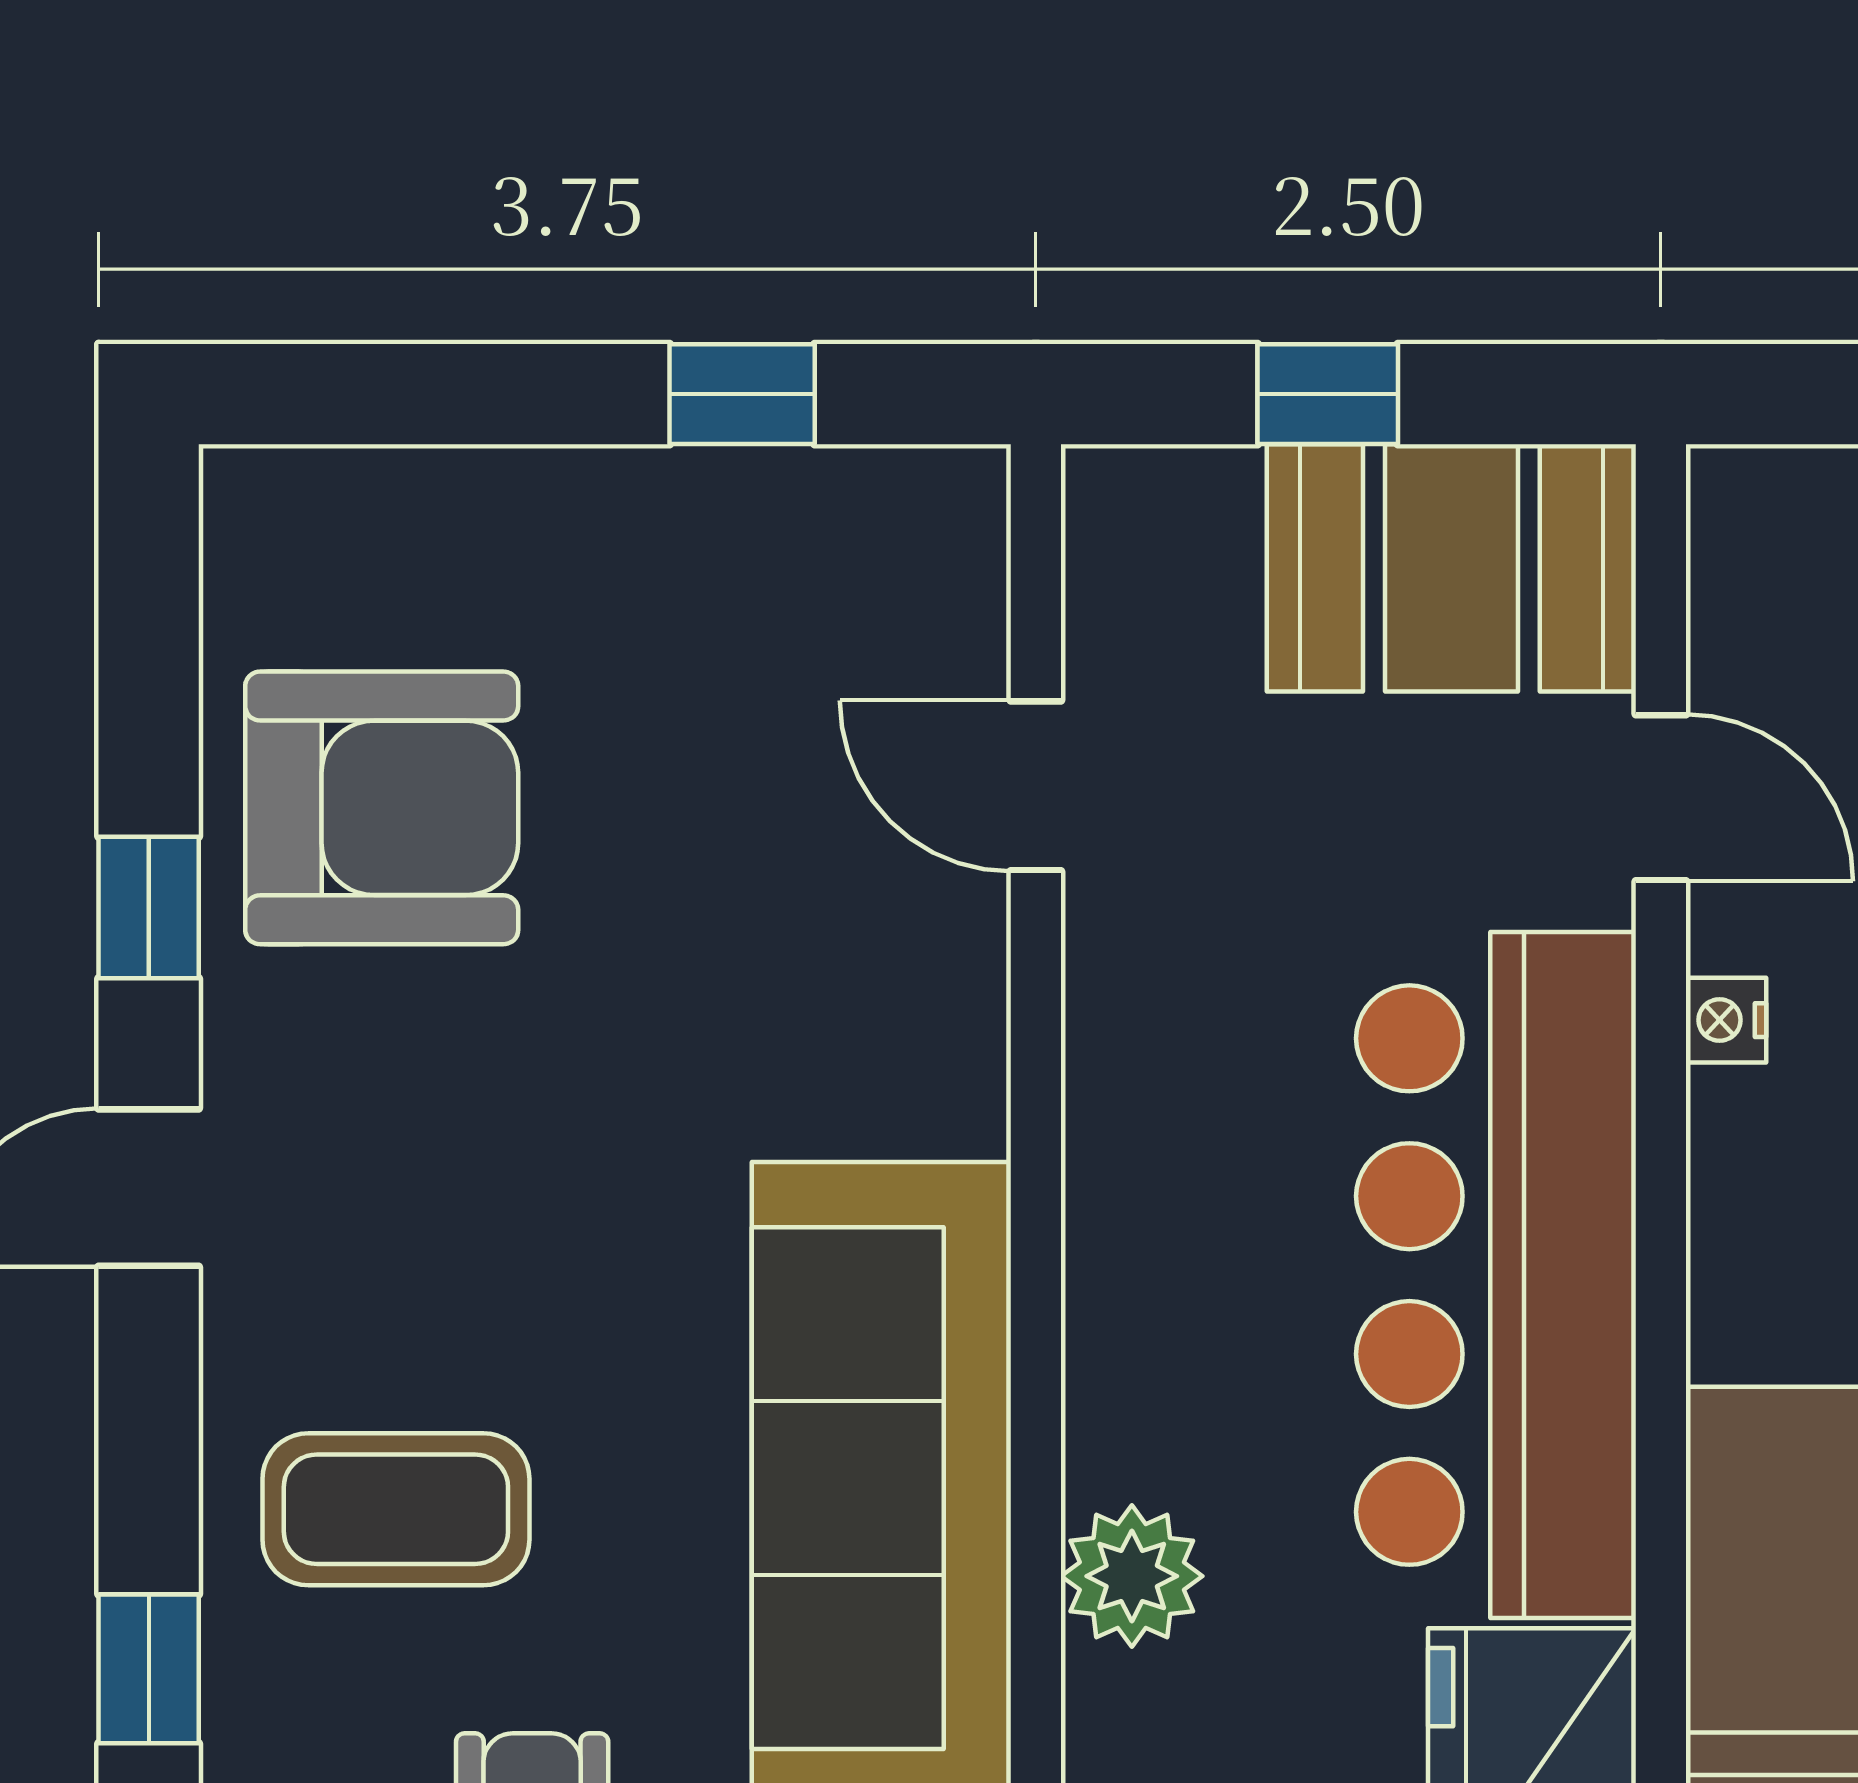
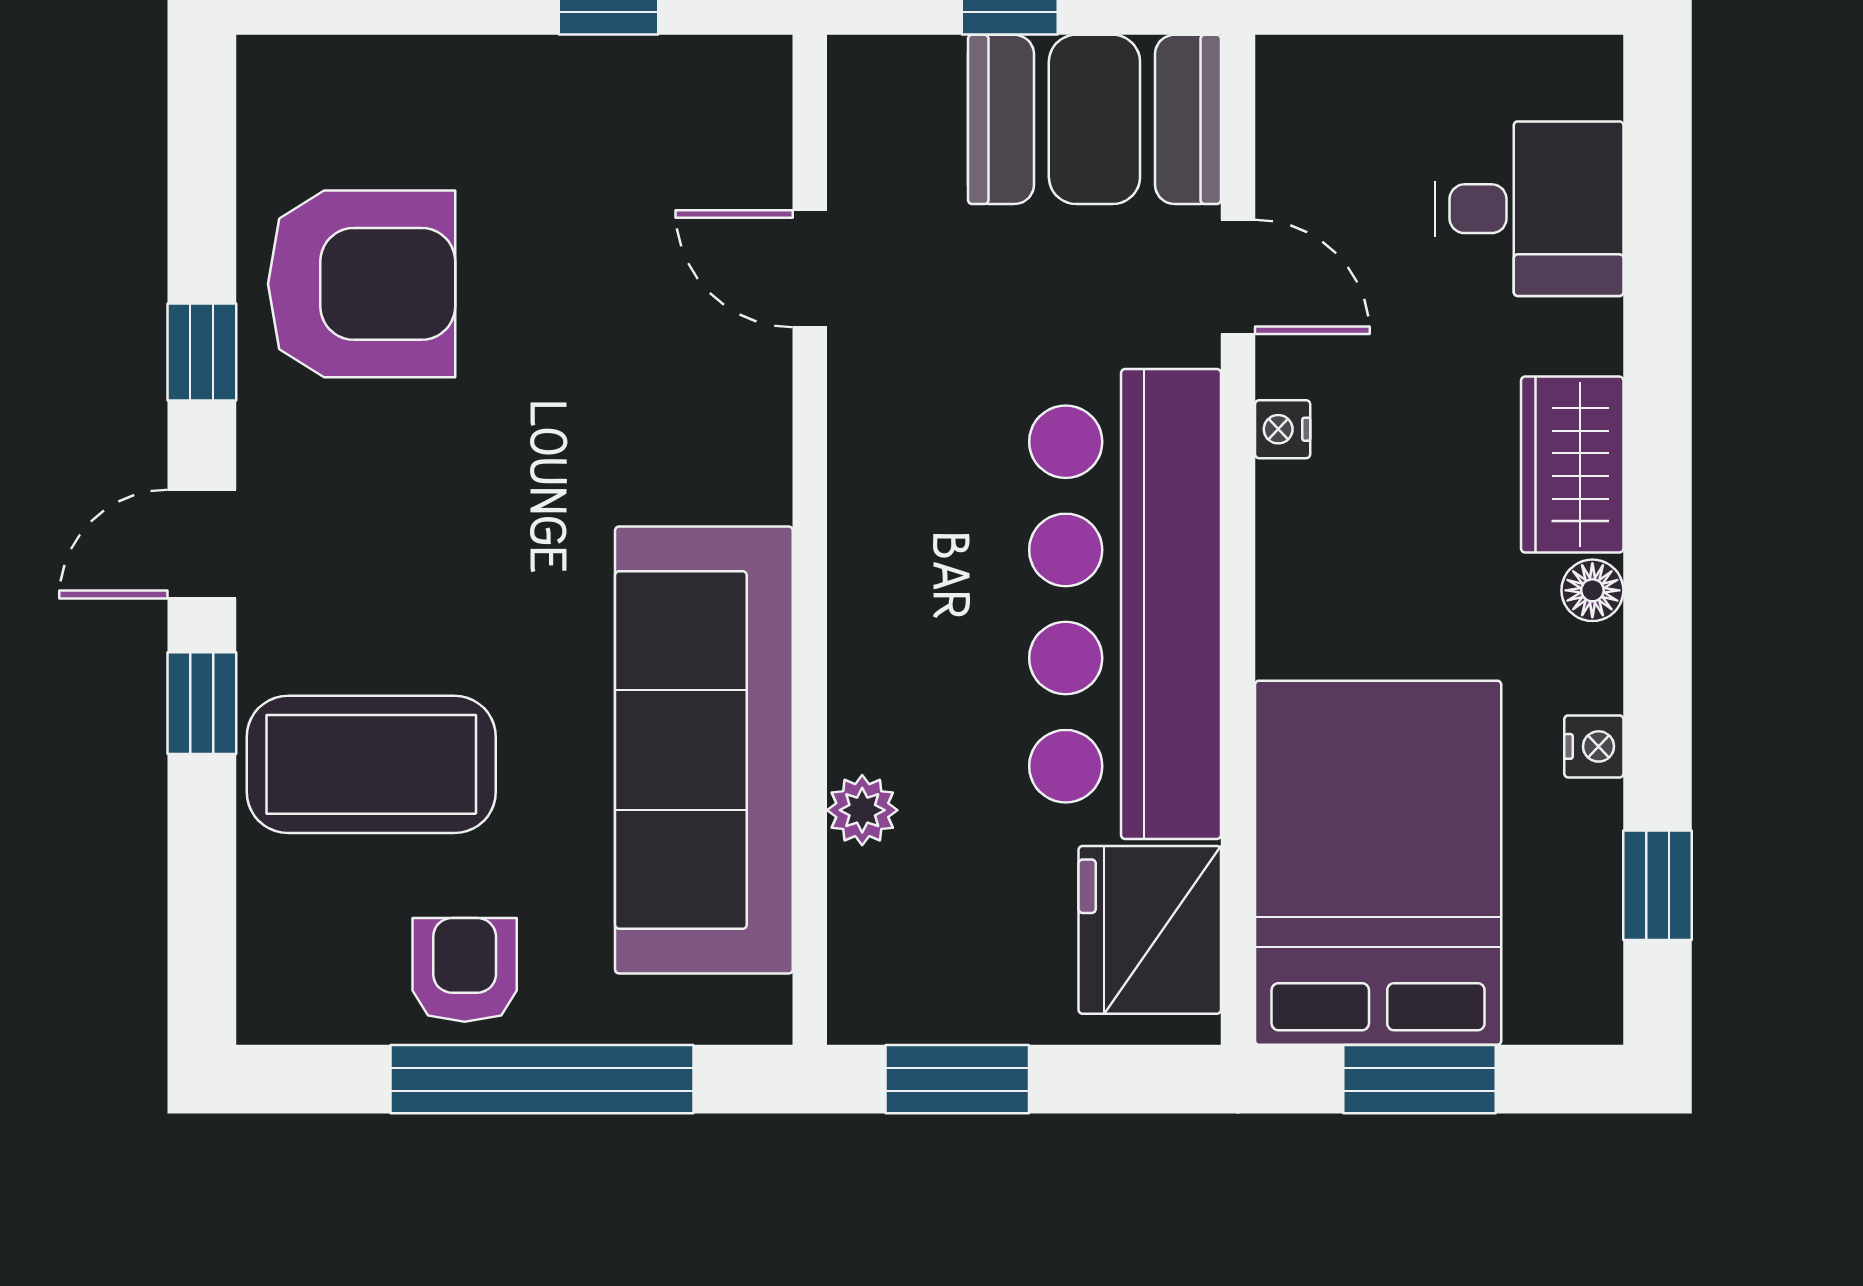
coffee table: (396, 1509) -> (371, 764), width x1.36, depth x1.32
plant: (1132, 1576) -> (862, 810), width x0.73, depth x0.73
window: (149, 1669) -> (202, 703), moved

